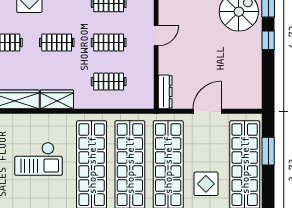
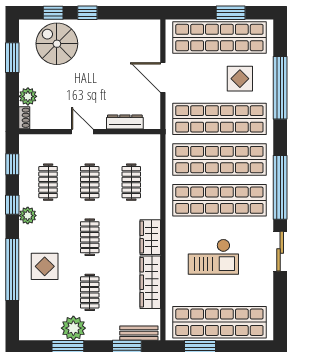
dresser: (165, 92) -> (125, 122), moved
window: (268, 151) -> (231, 13), moved
checkout: (38, 159) -> (213, 257), turned 90

